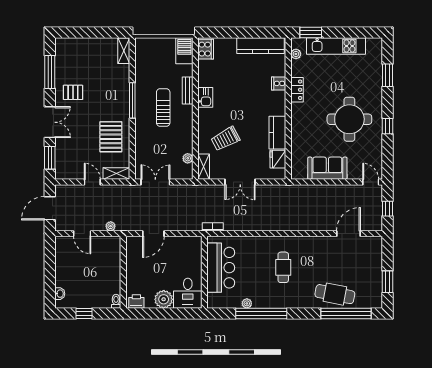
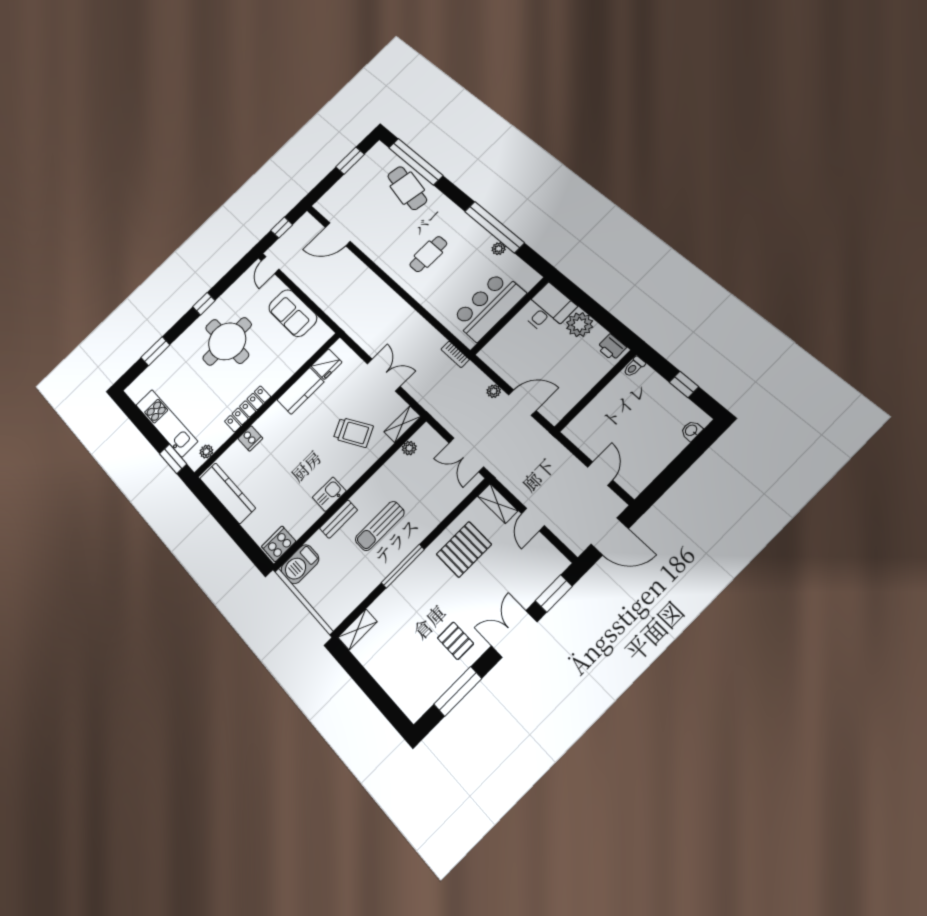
locker: (297, 90) -> (248, 409), width x1.53
plant: (111, 226) -> (494, 391), moved

